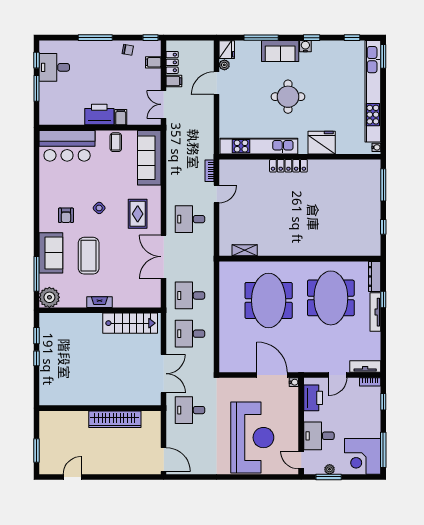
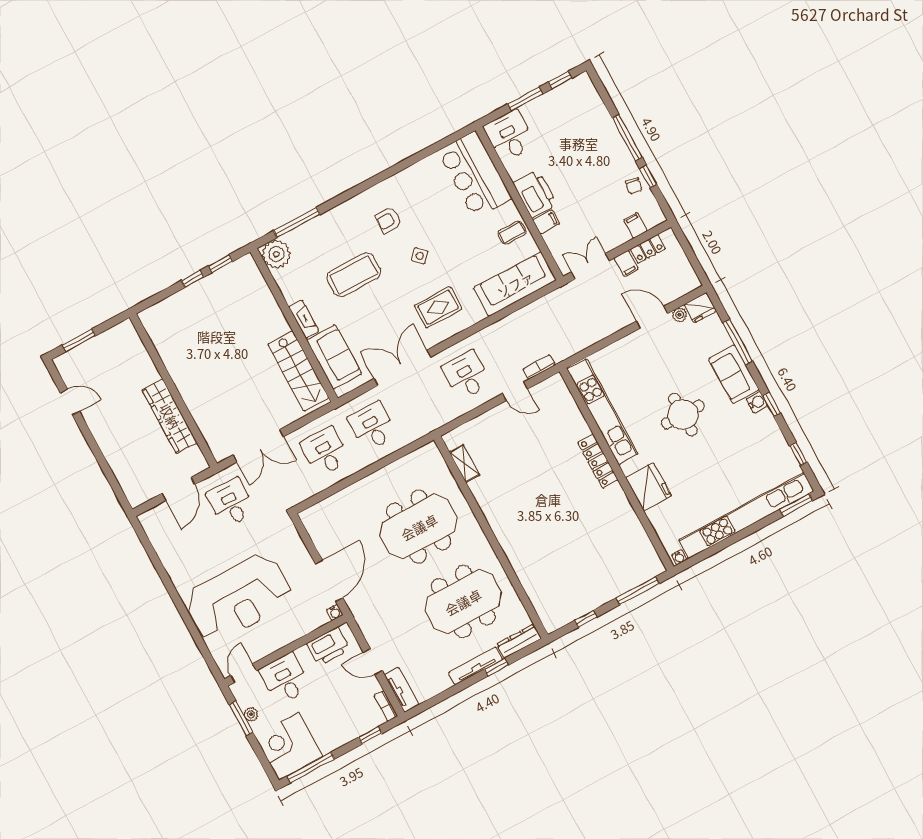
window: (150, 38) -> (648, 177), moved
desk: (54, 67) -> (509, 136), moved
sofa: (51, 253) -> (334, 357), moved, turned -90
door: (164, 460) -> (178, 489), moved

